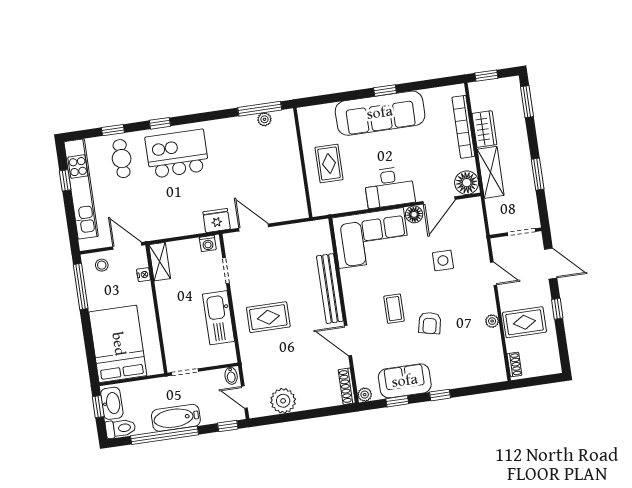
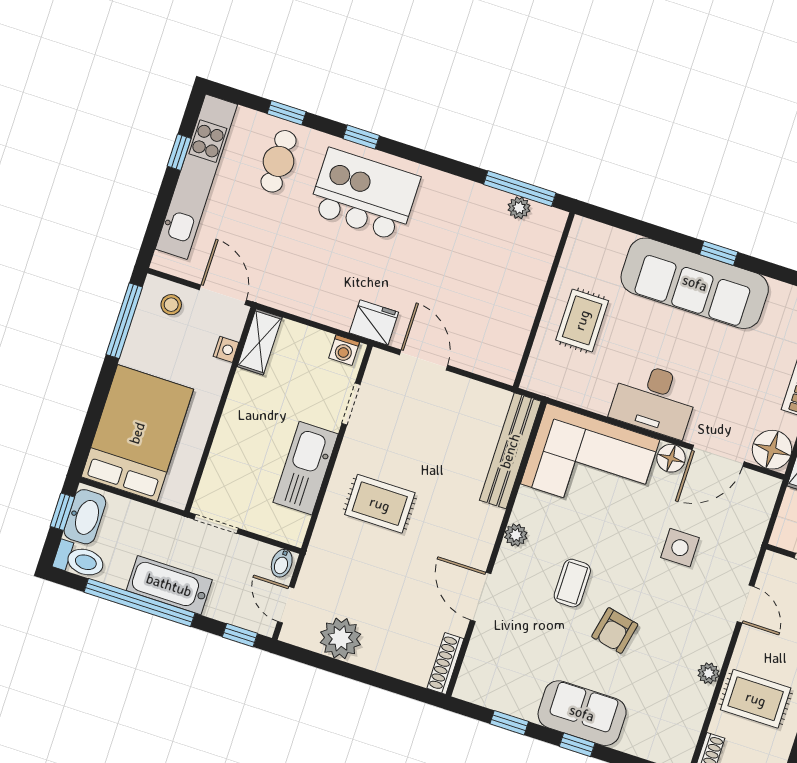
bench: (330, 289) -> (510, 451), moved
sofa: (405, 381) -> (582, 713), moved
plant: (365, 395) -> (516, 535), moved

